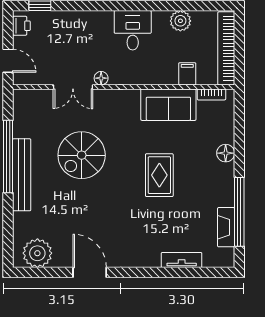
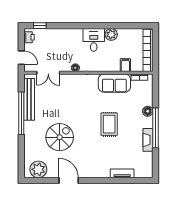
plant: (180, 21) -> (111, 34), moved
double door: (73, 87) -> (48, 73), moved
spiral stairs: (82, 155) -> (60, 137), moved, turned 180
bench: (22, 175) -> (29, 99), moved
window: (239, 212) -> (156, 128), moved
fireplace: (226, 227) -> (148, 140), moved

